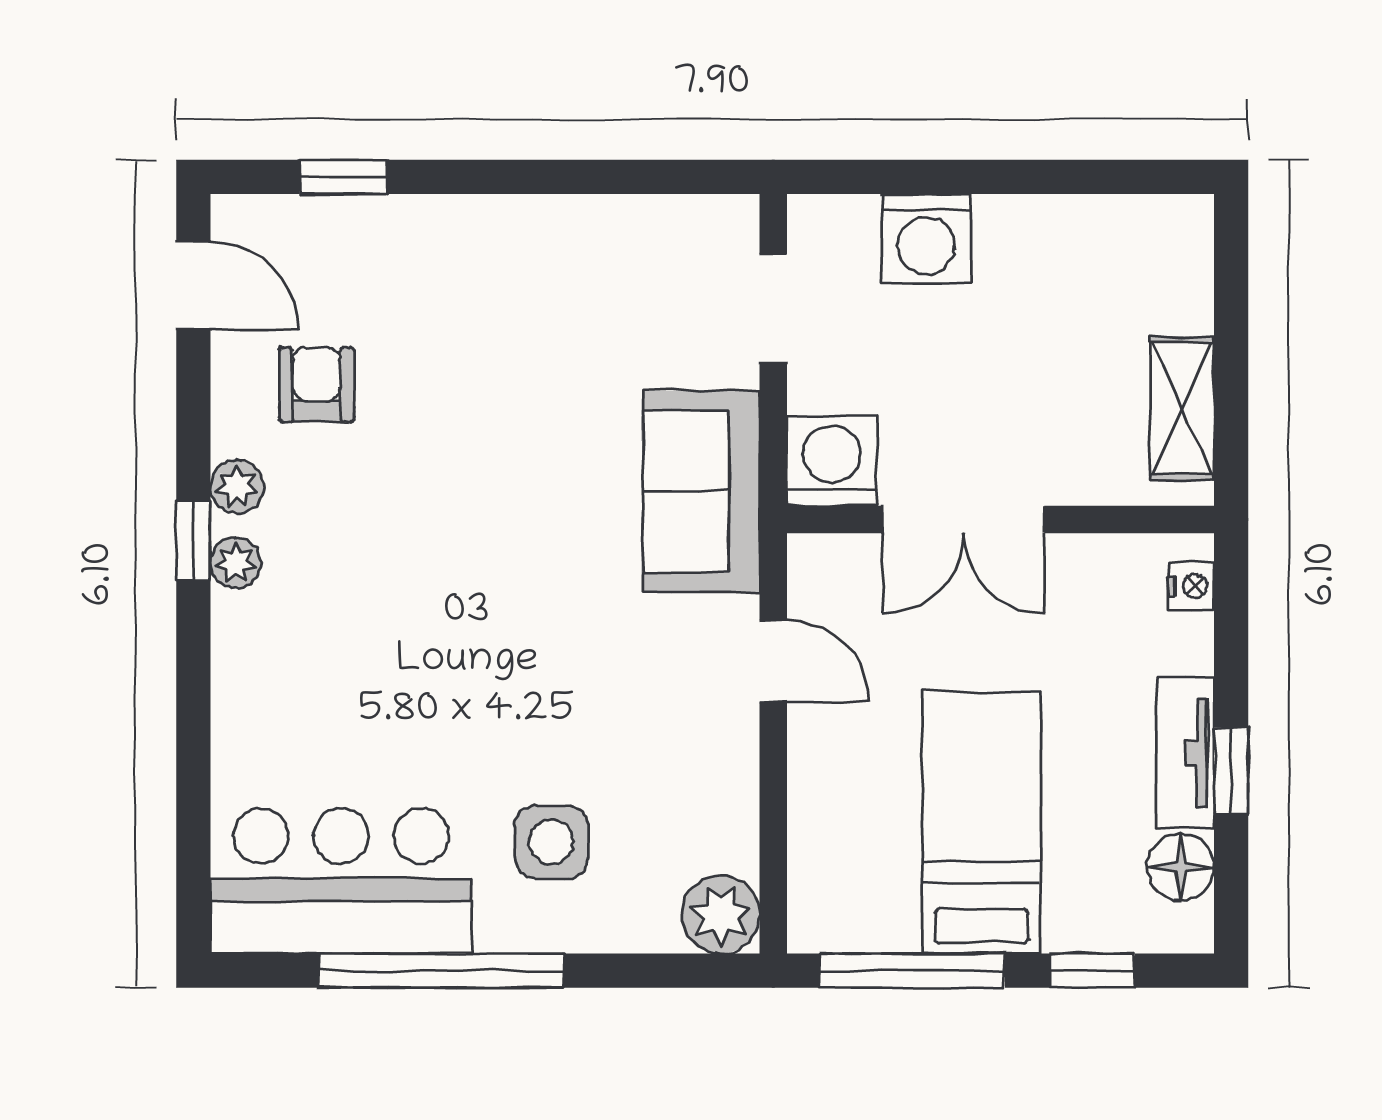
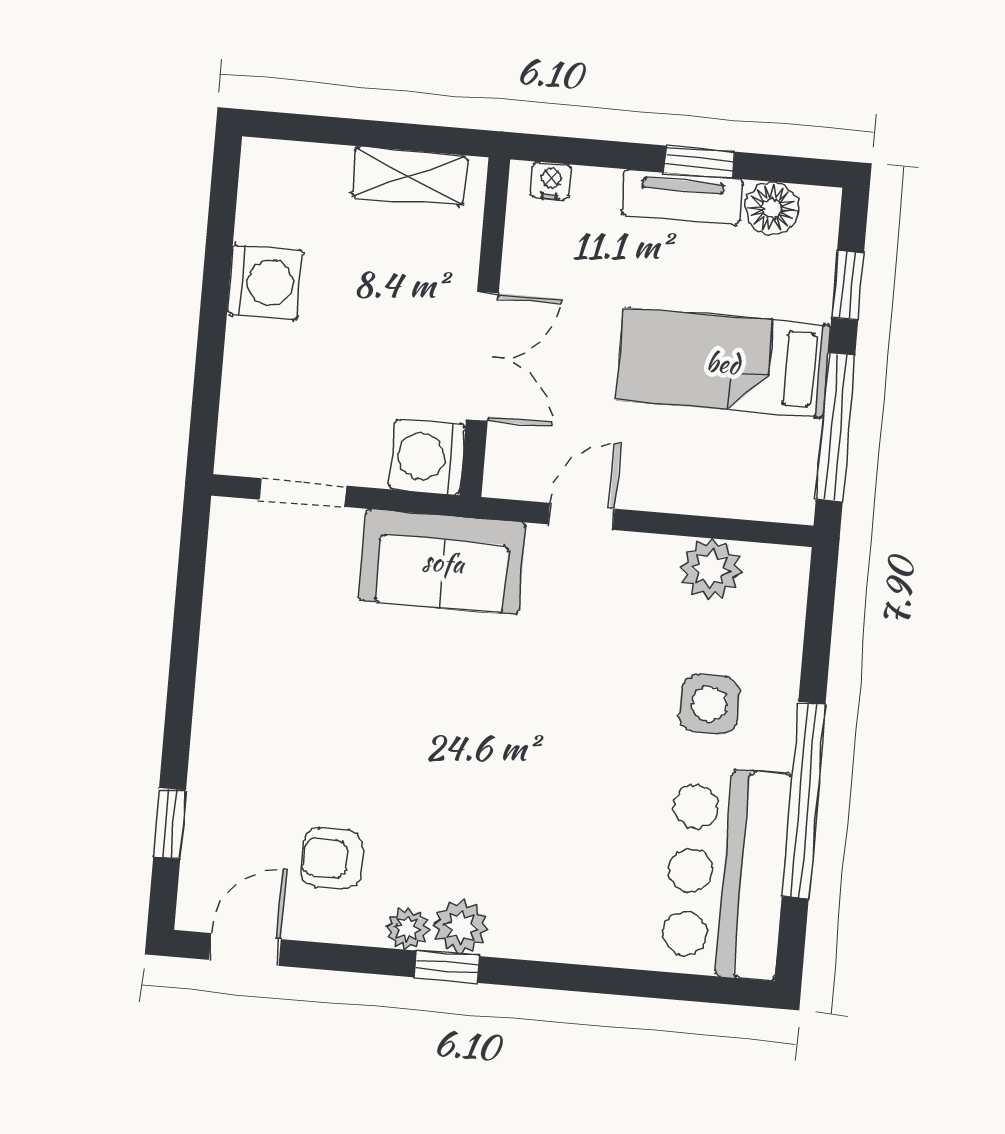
washing machine: (926, 239) -> (265, 282), moved
plant: (236, 563) -> (461, 927), width x1.38, depth x1.38
plant: (721, 915) -> (711, 569), moved

